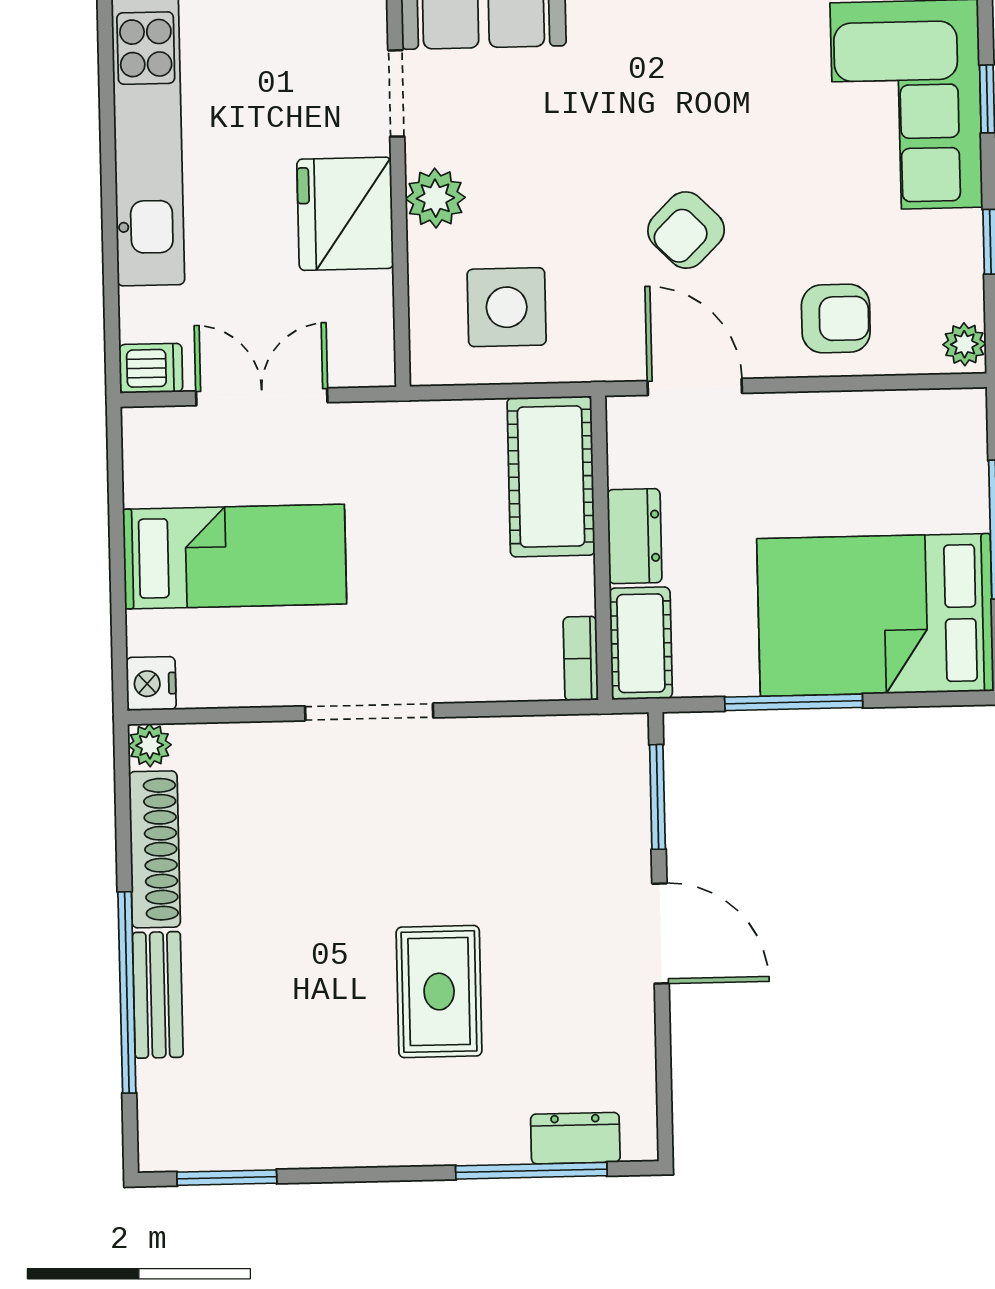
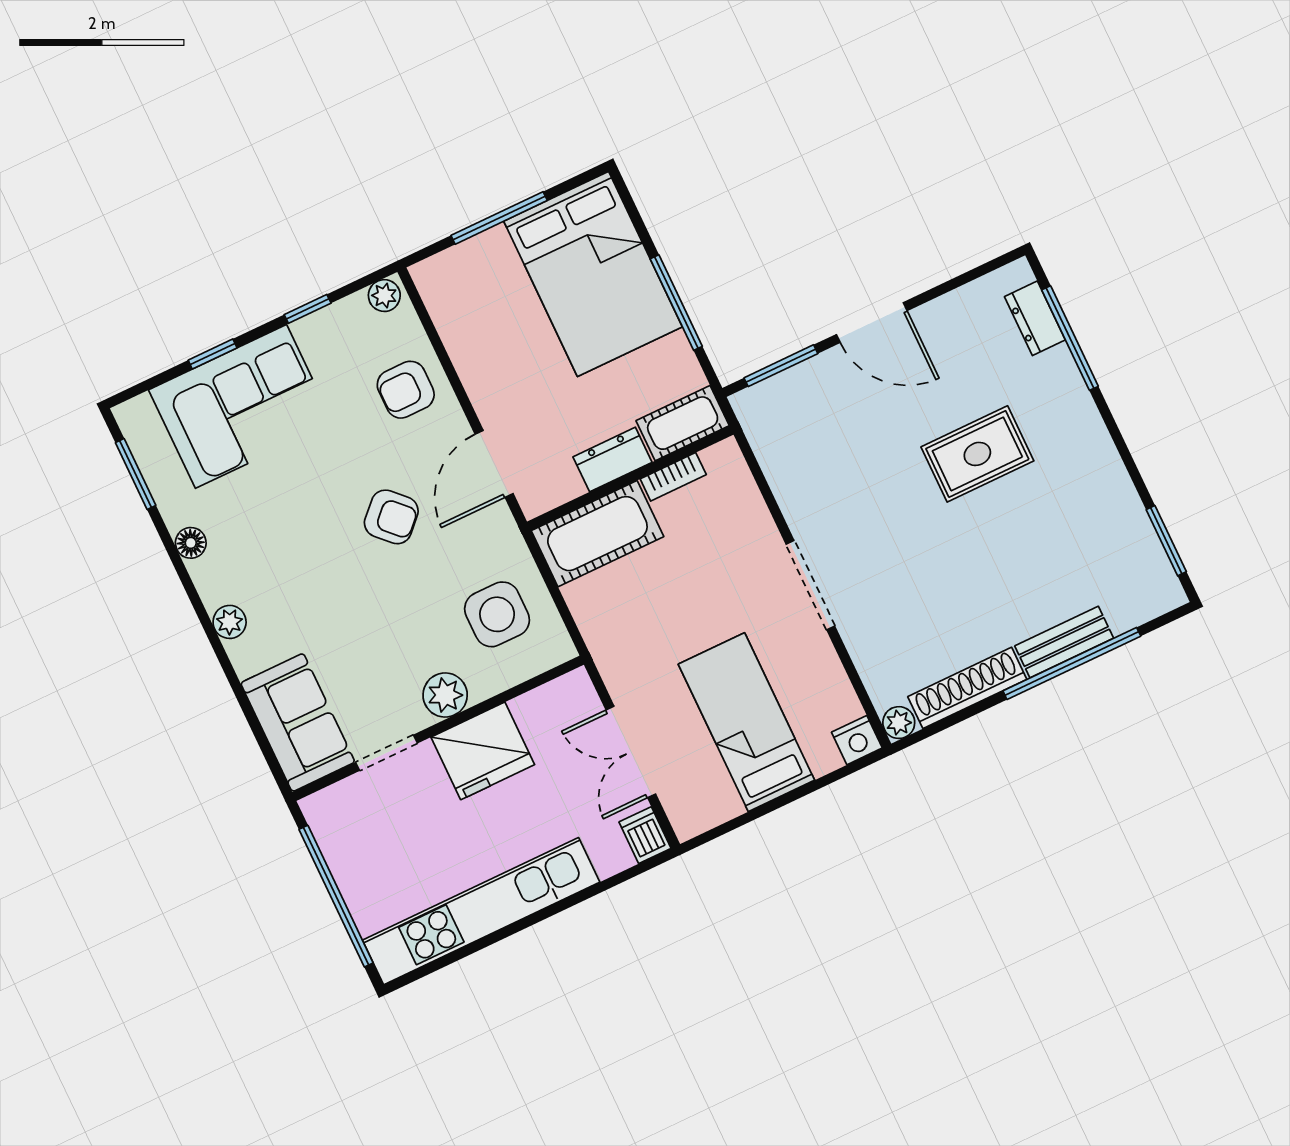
armchair: (836, 319) -> (406, 390), turned -90
bookcase: (581, 659) -> (673, 477), moved
door: (661, 934) -> (872, 323), swing flipped

